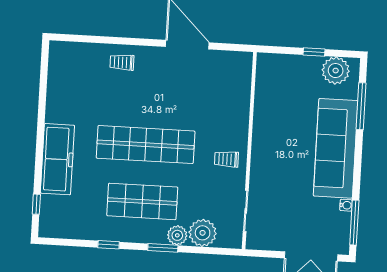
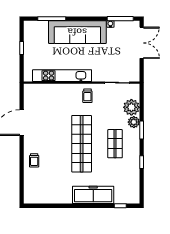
plant: (336, 71) -> (32, 35), removed
kitchen unit: (263, 118) -> (62, 76), added
shop shelf: (142, 201) -> (115, 144), width x0.70, depth x0.74

